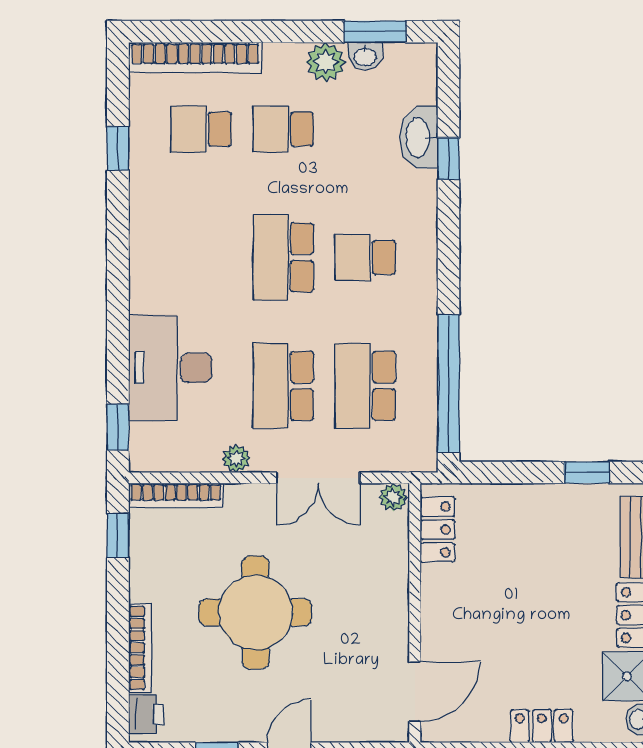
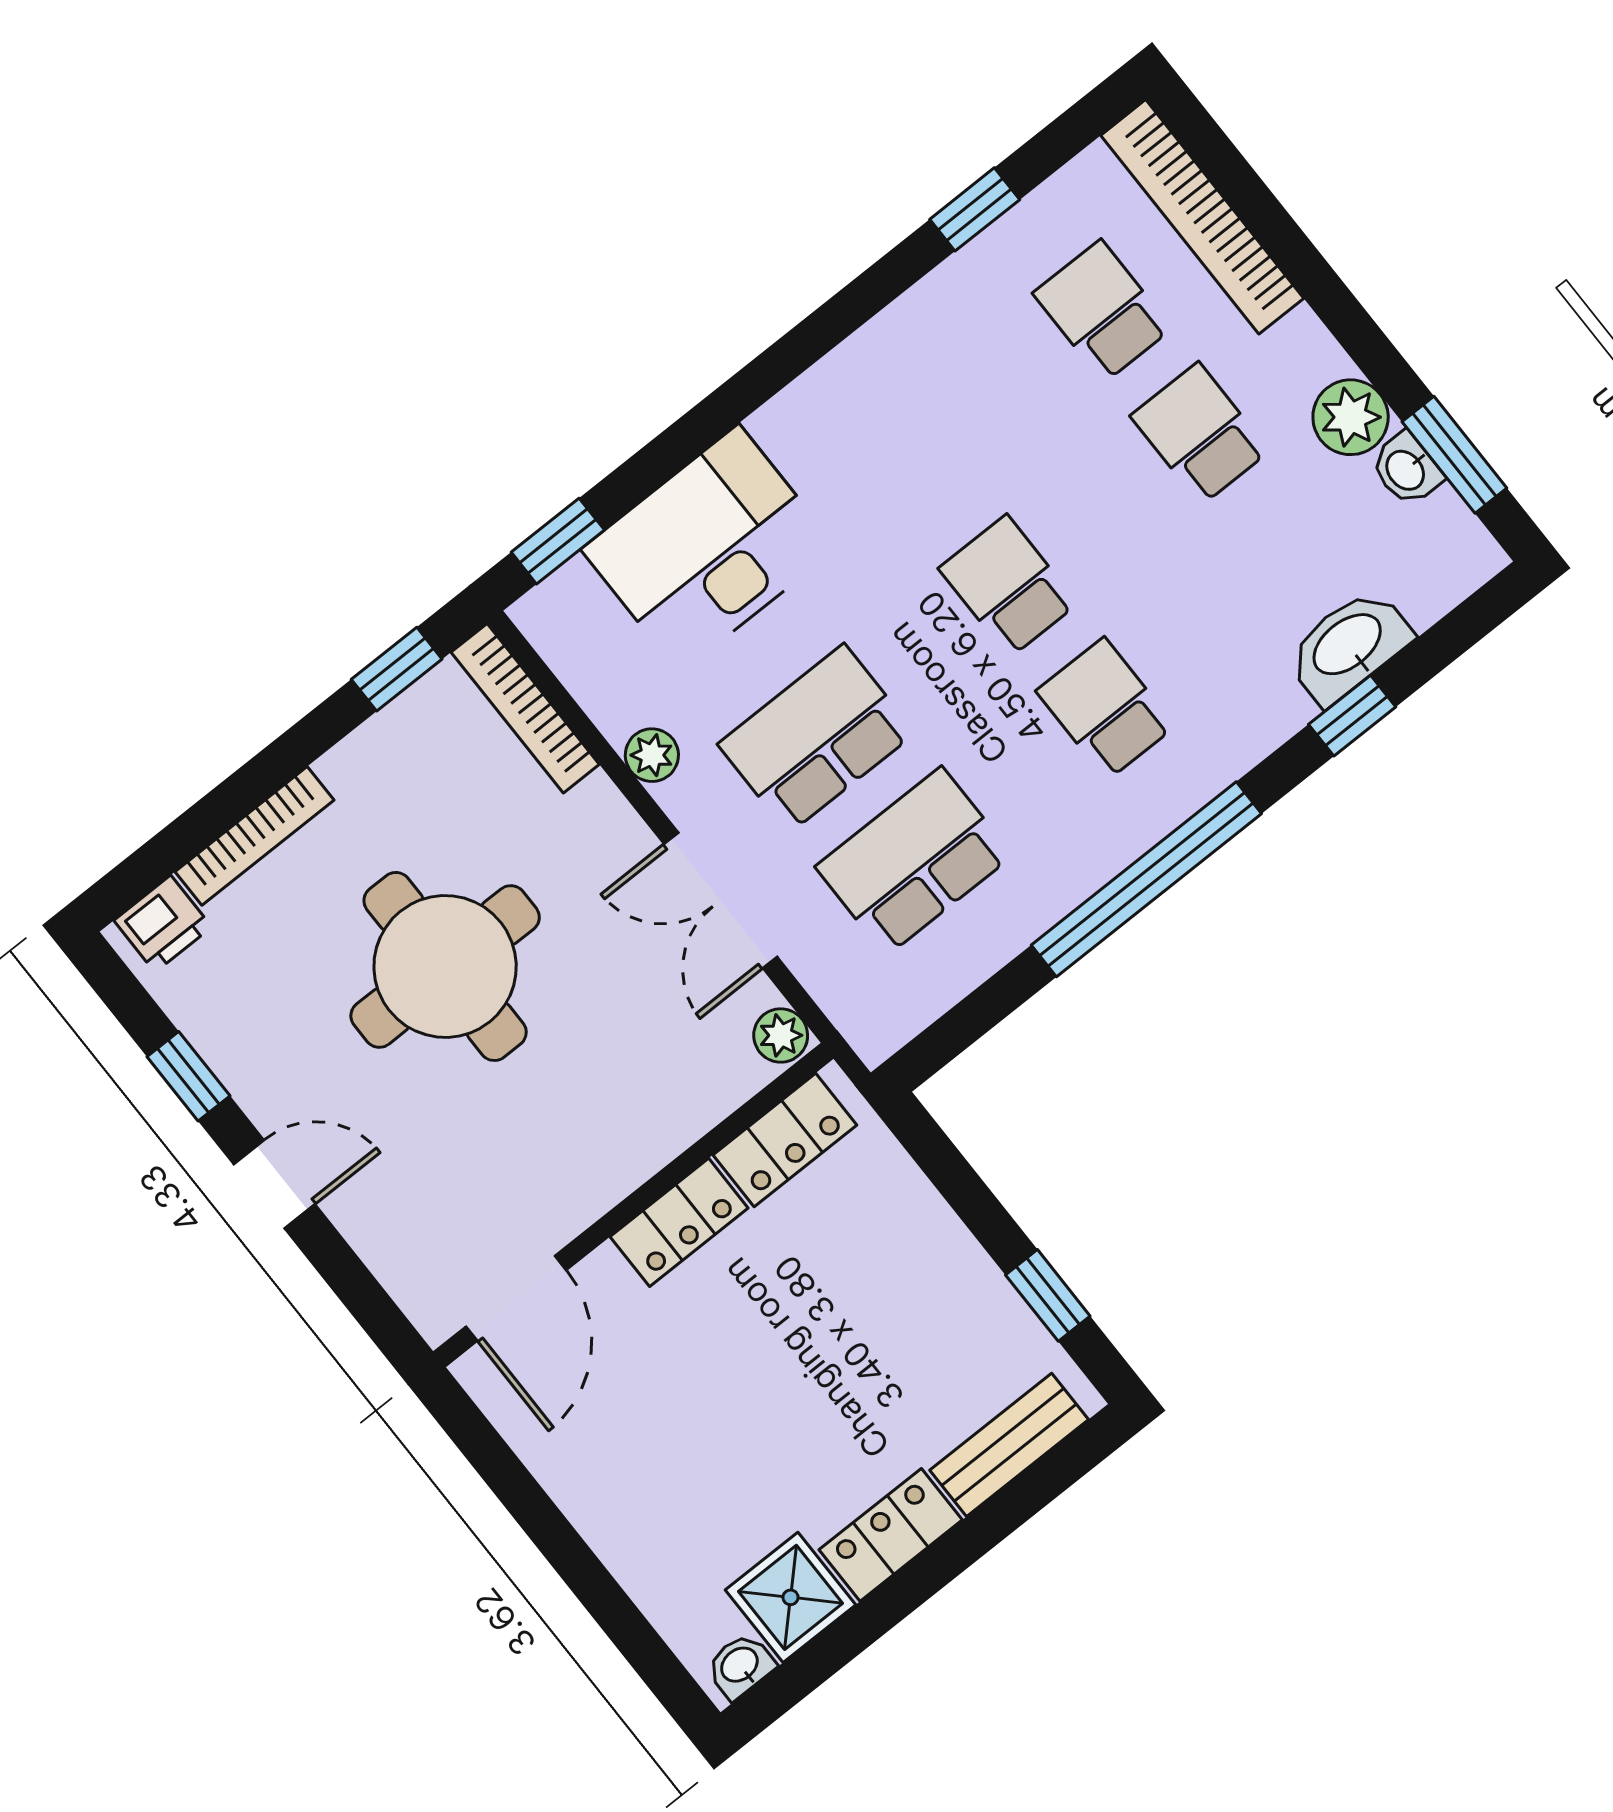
school desk: (283, 257) -> (1008, 586), width x0.54
window: (449, 384) -> (1146, 879), moved
door: (415, 691) -> (516, 1298), hinge flipped
locker: (542, 726) -> (679, 1222), moved, turned 90

